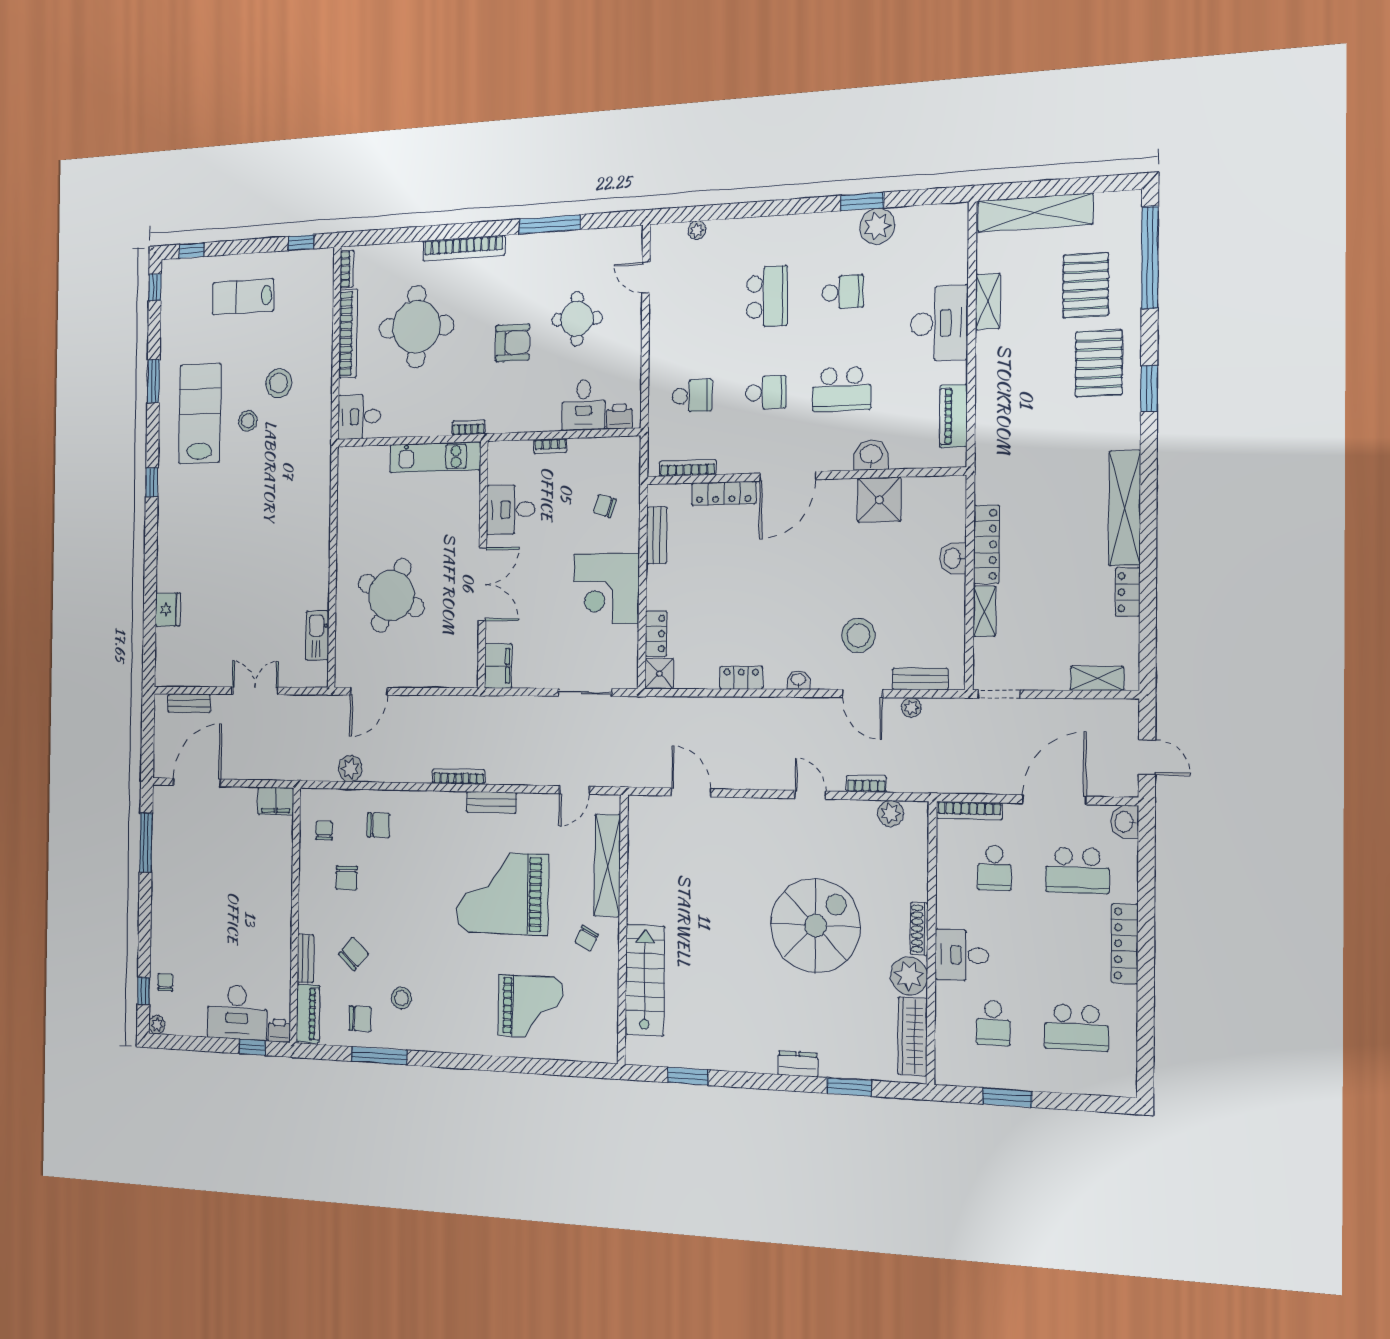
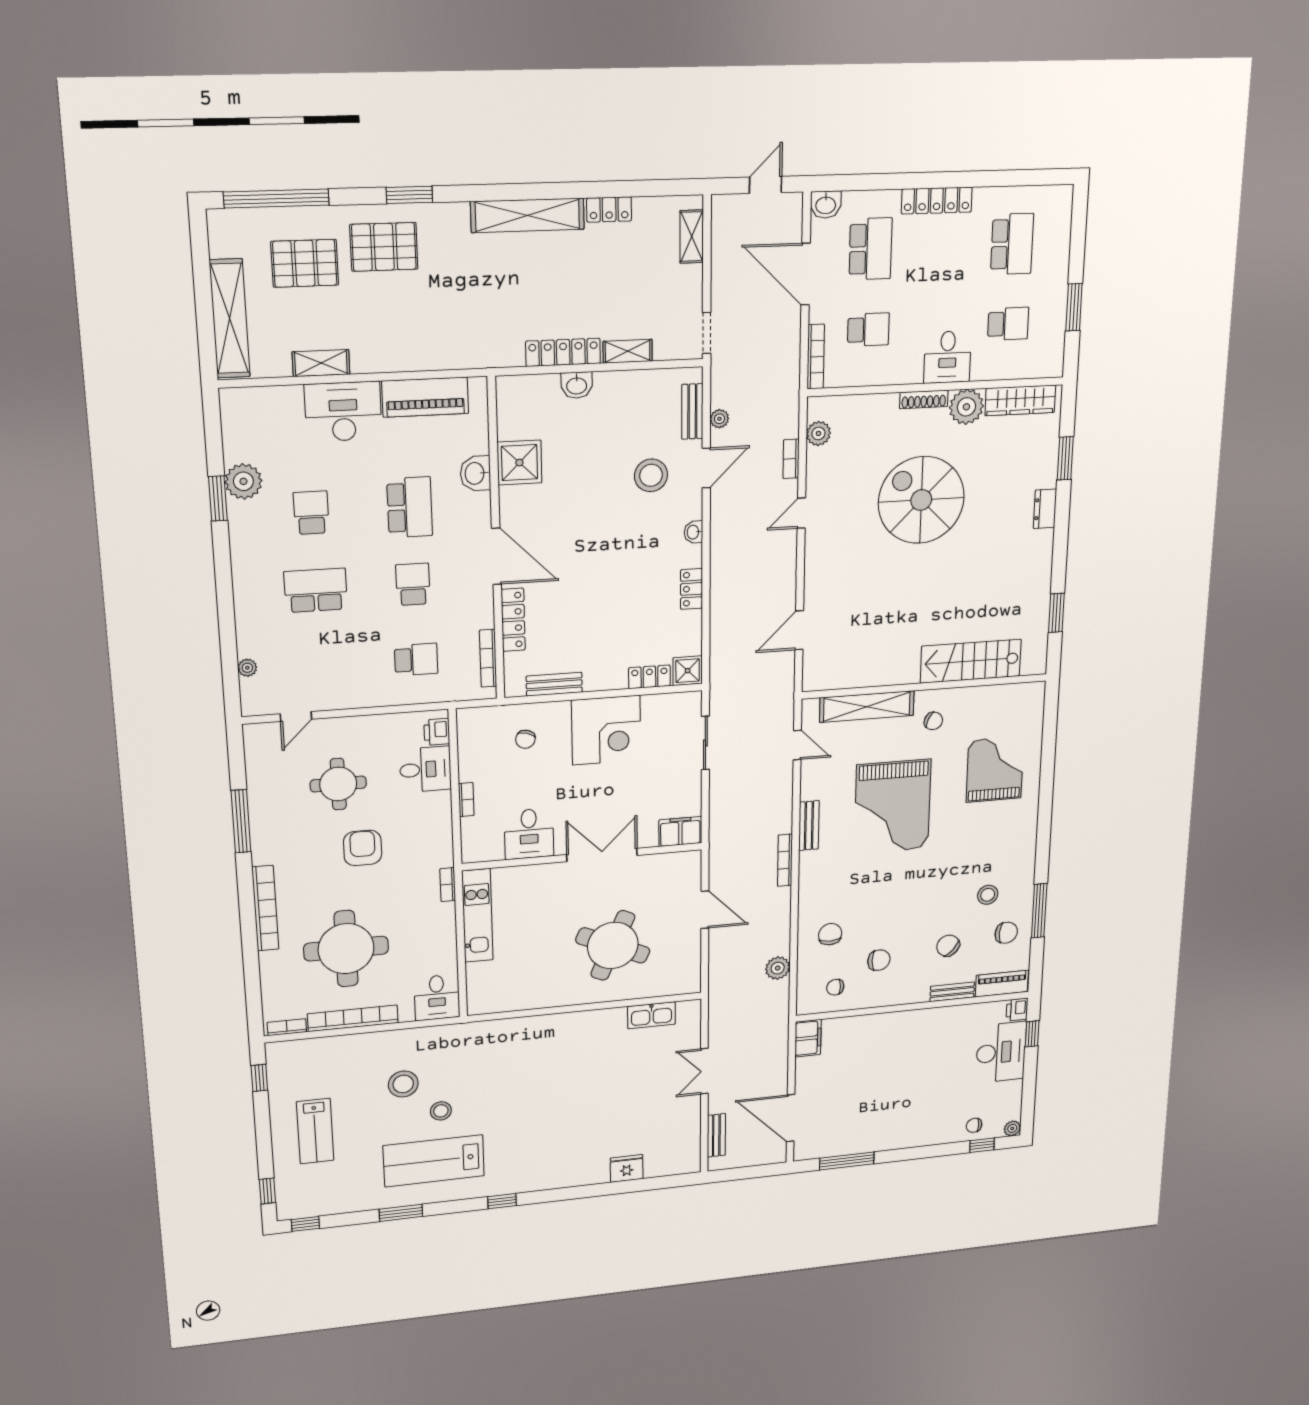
school desk: (692, 396) -> (416, 660), turned 90
piano: (953, 416) -> (425, 397), width x1.37, depth x1.33
door: (369, 691) -> (705, 910), moved
chair: (360, 1019) -> (1006, 933), turned 94

